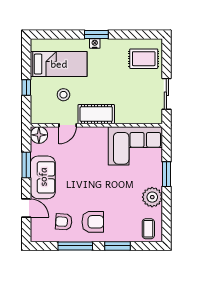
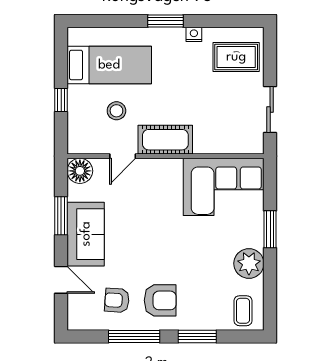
nightstand: (95, 44) -> (194, 34), moved

